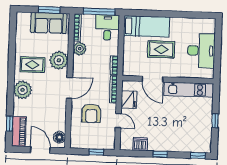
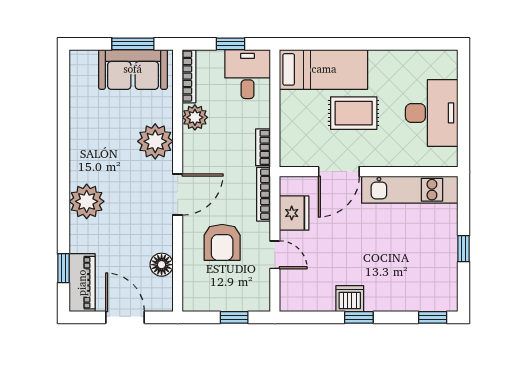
window: (99, 12) -> (230, 44), width x0.46
rug: (32, 65) -> (104, 152), removed
door: (153, 79) -> (339, 172), hinge flipped
floor lamp: (59, 137) -> (162, 265), moved
dishwasher: (140, 144) -> (350, 299), moved

